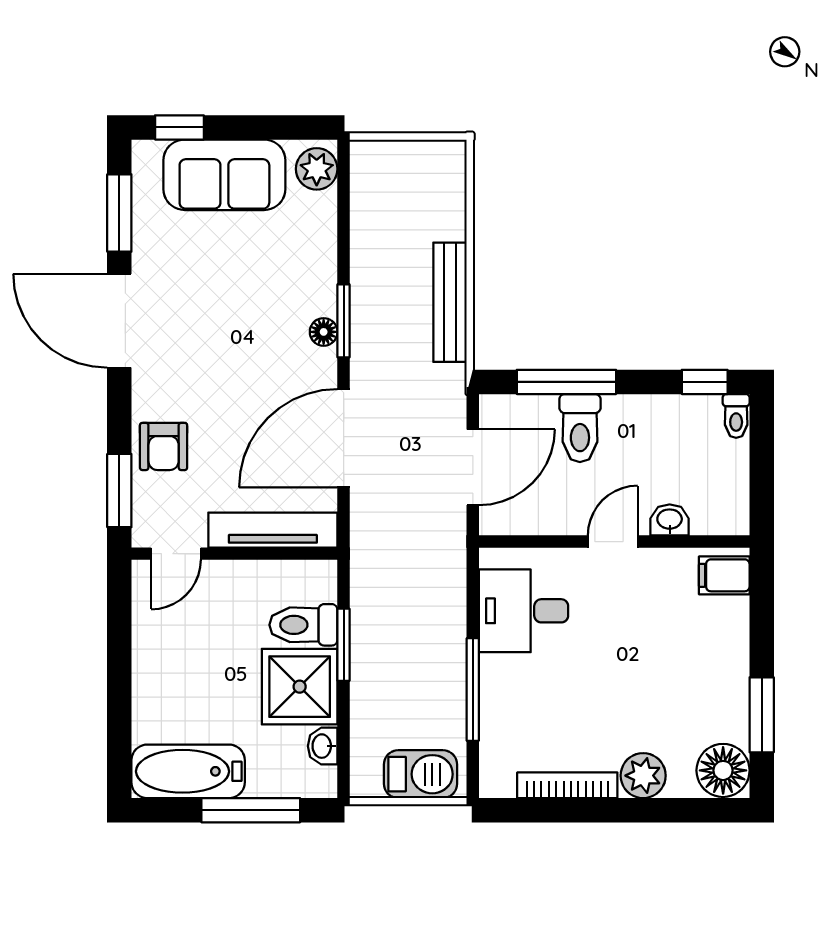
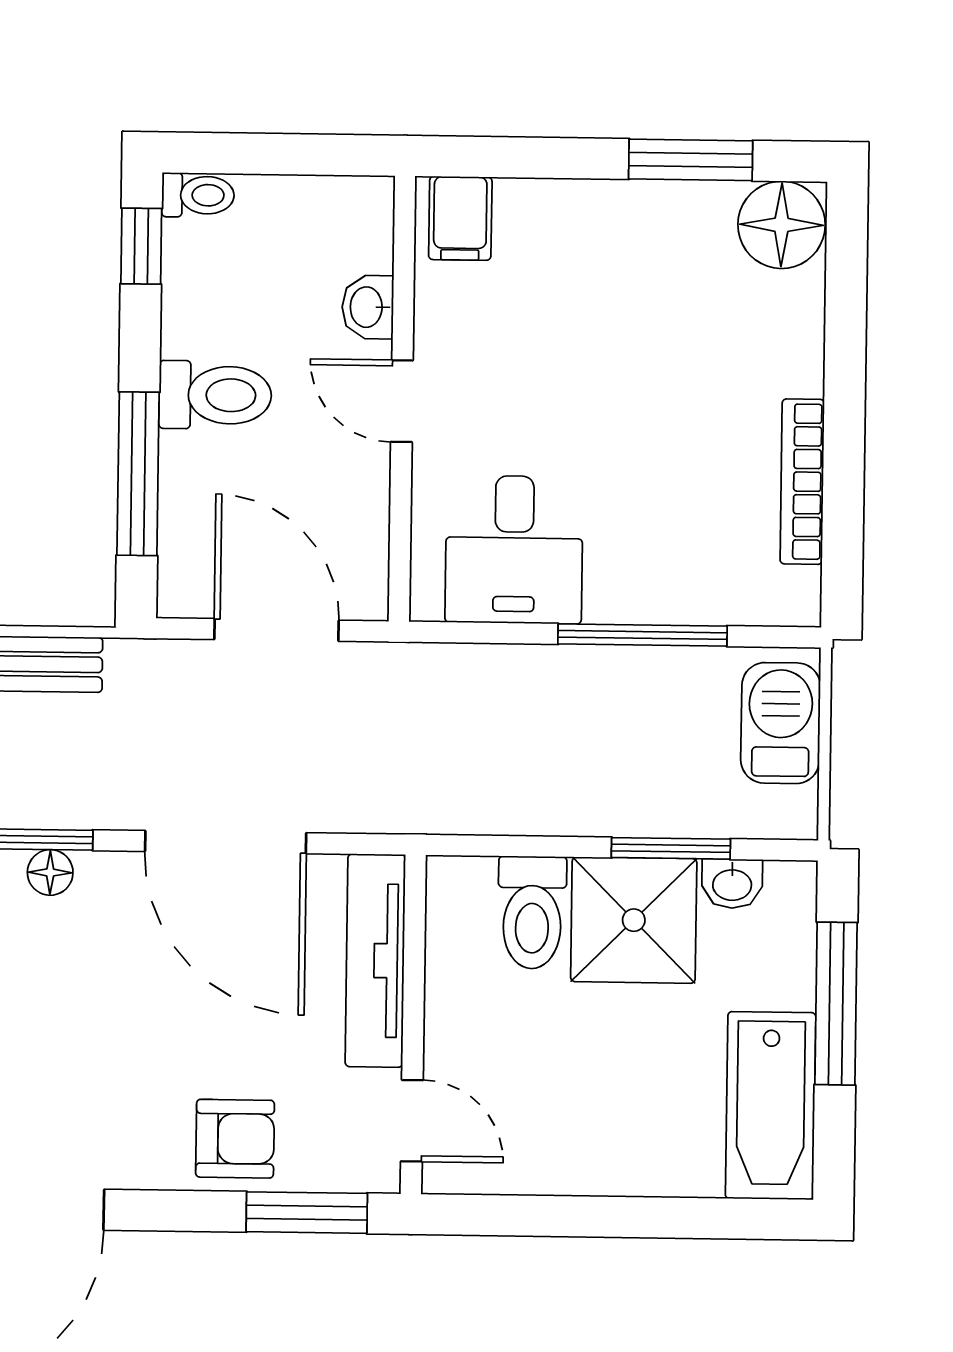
toilet: (580, 428) -> (215, 395), moved
window: (344, 645) -> (671, 848), moved
plant: (643, 776) -> (788, 356), removed

